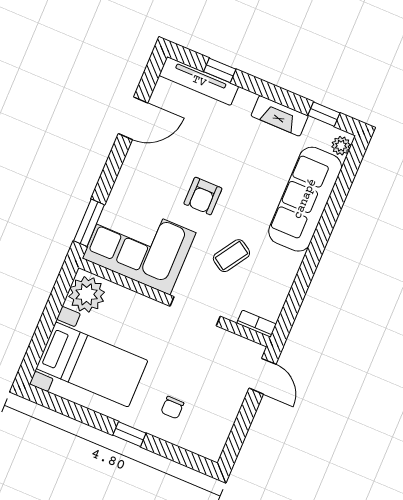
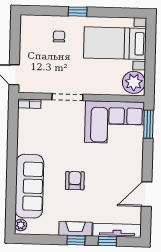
window: (324, 114) -> (76, 240), moved
fireplace: (280, 116) -> (75, 229), moved
armchair: (203, 196) -> (75, 181), moved
coffee table: (231, 256) -> (59, 137), removed

